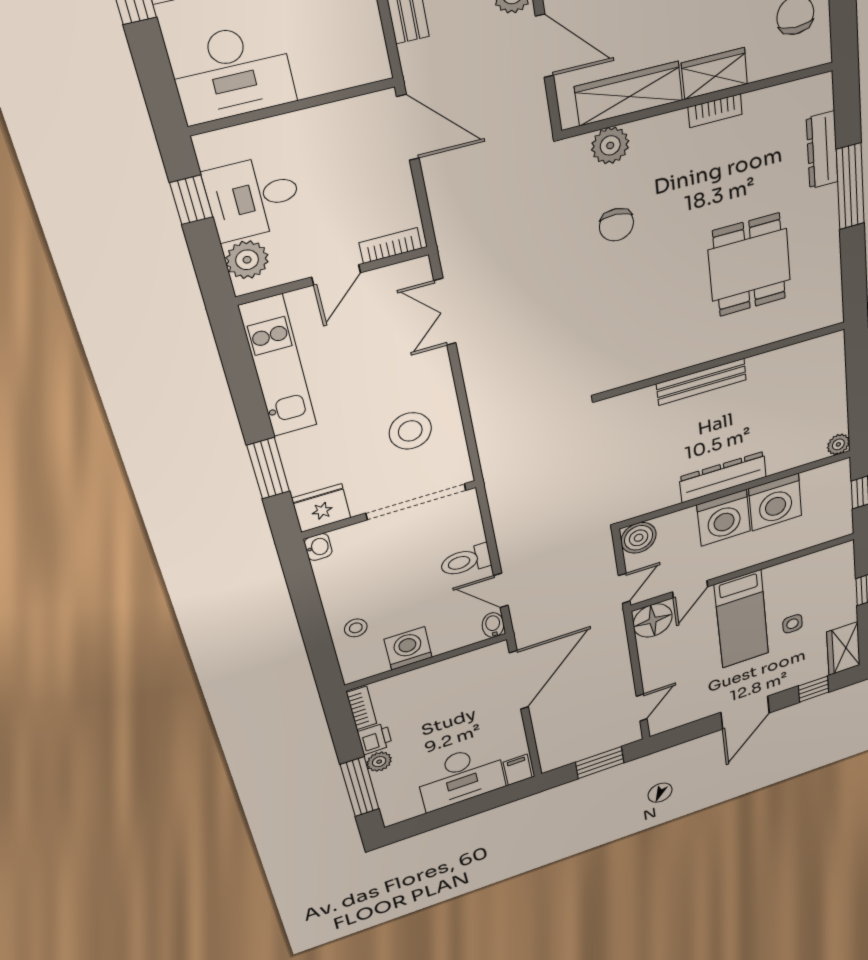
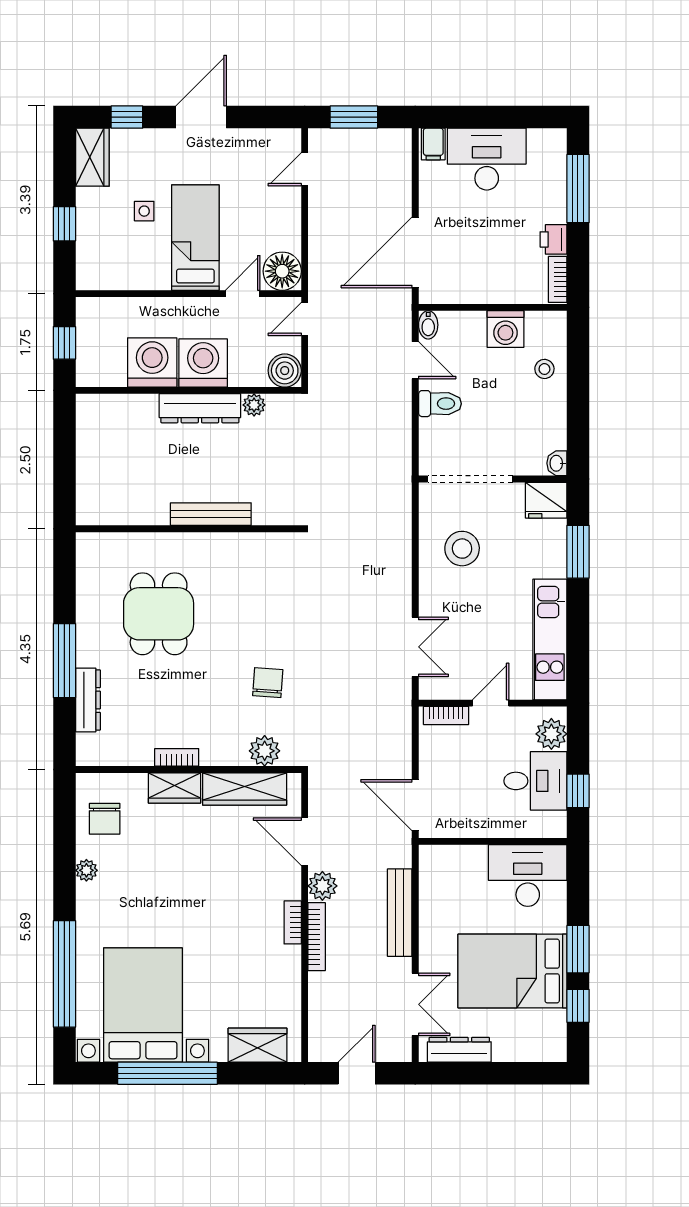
plant: (838, 444) -> (254, 405), moved
plant: (379, 762) -> (555, 211), removed

